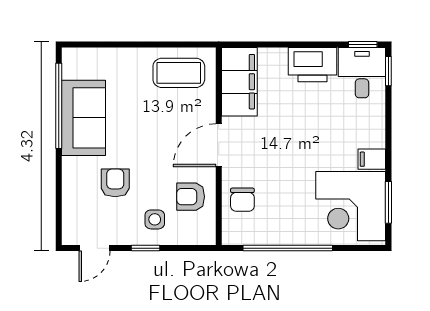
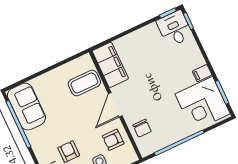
printer: (312, 65) -> (146, 37), removed
coffee table: (179, 73) -> (84, 83), moved
sofa: (84, 118) -> (26, 107), moved

